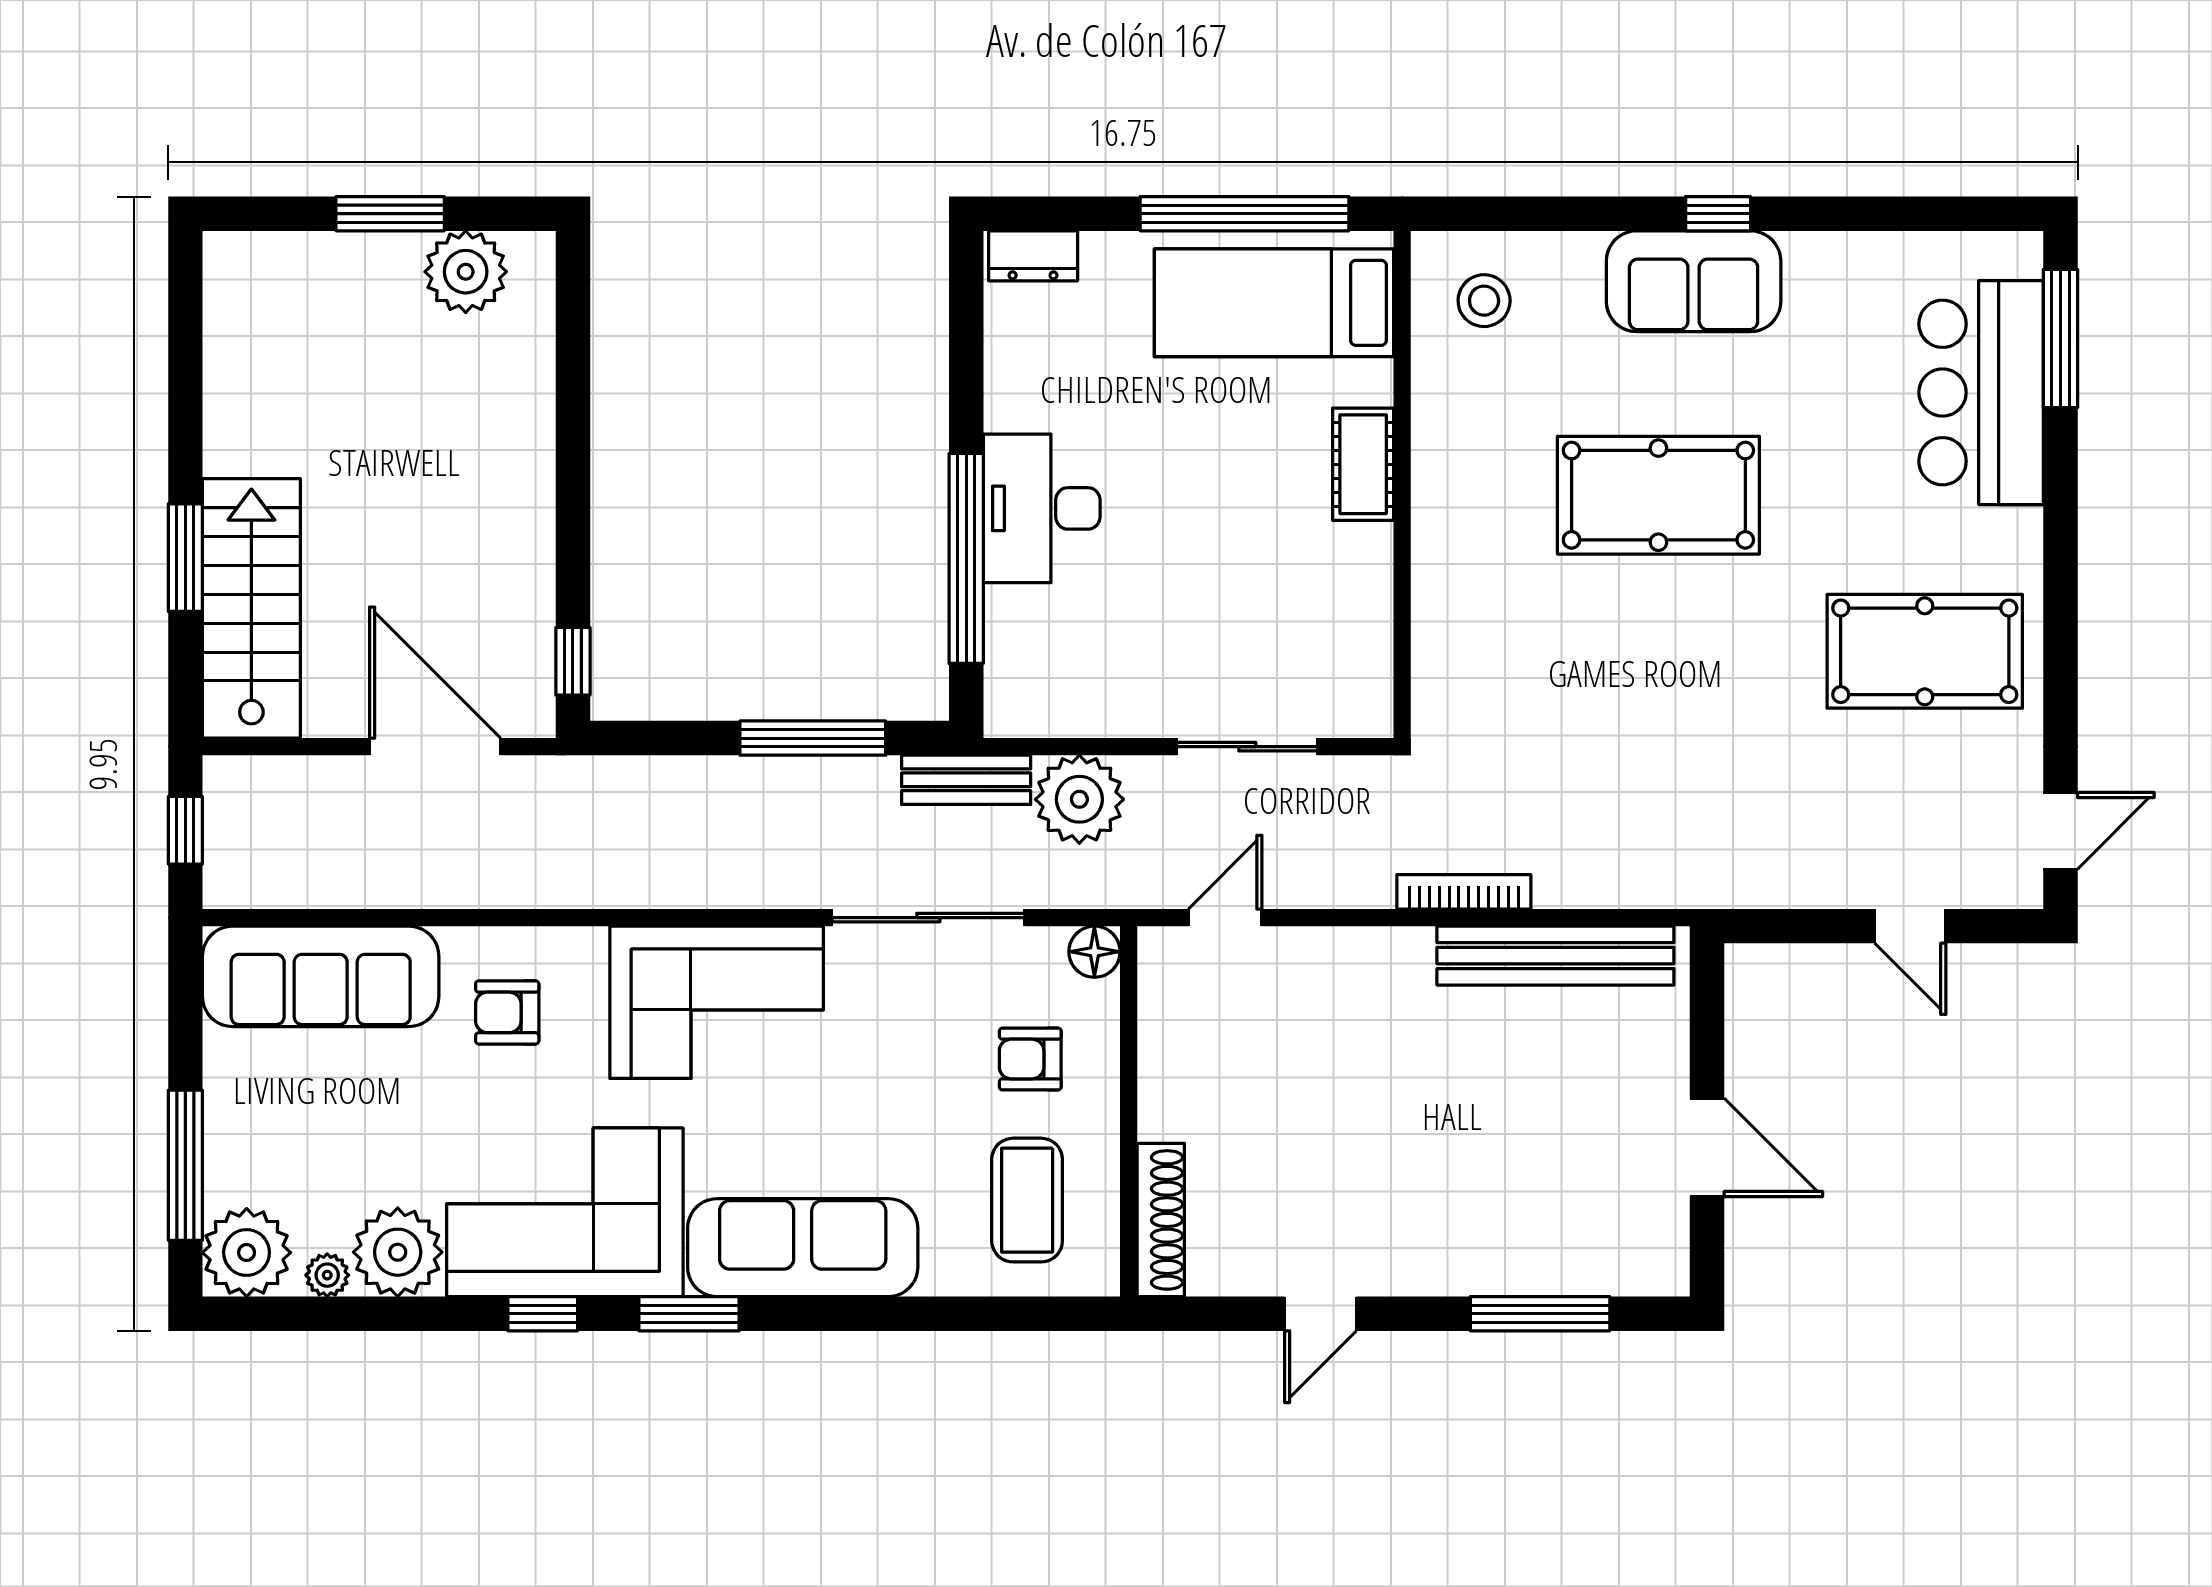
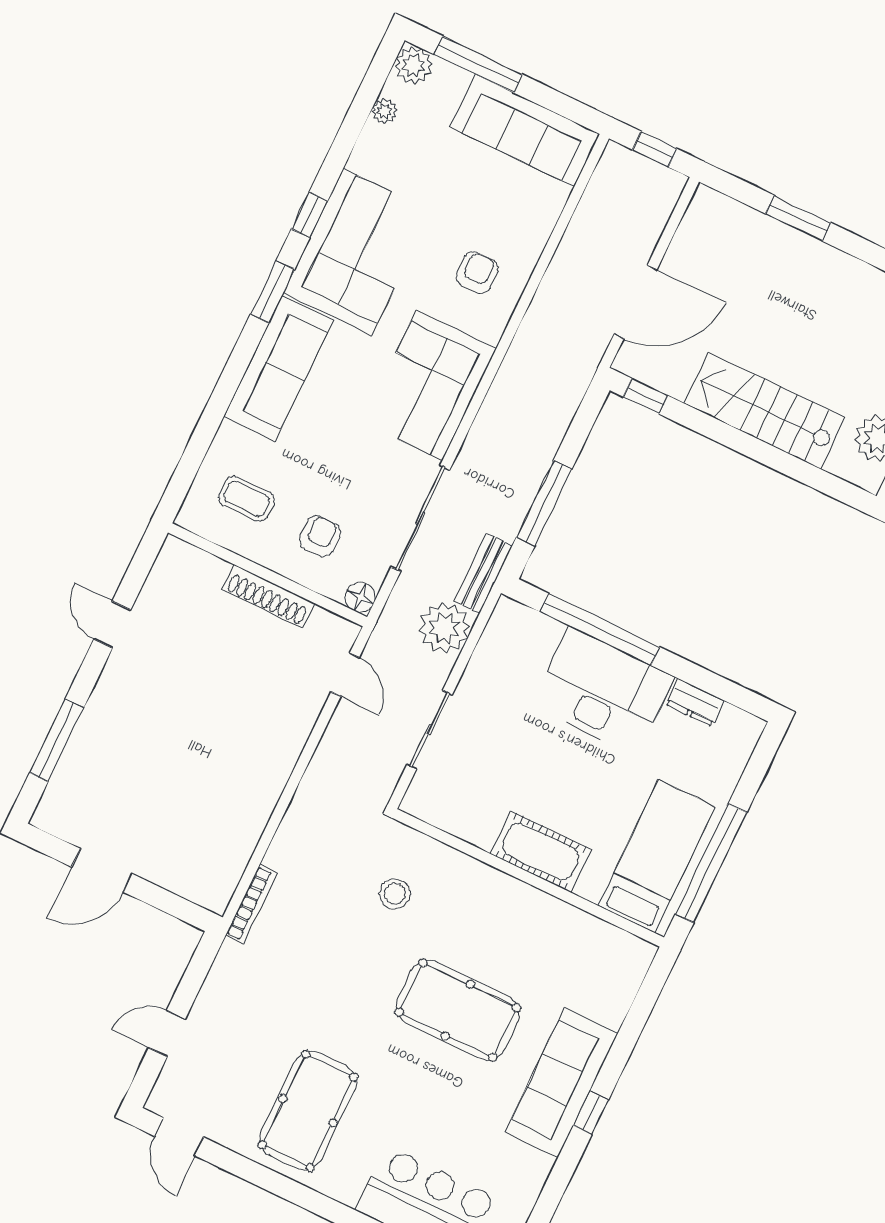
dresser: (1033, 256) -> (695, 702), moved, turned -90
sofa: (1694, 281) -> (562, 1083), width x1.36
stool: (1484, 301) -> (395, 894), moved
cot: (1363, 464) -> (541, 852), width x1.37, depth x1.34
pool table: (1658, 495) -> (458, 1010), turned 90
desk: (1042, 508) -> (603, 691), width x1.36, depth x1.30
stairs: (251, 608) -> (764, 410), moved, turned 180
bookcase: (1464, 892) -> (251, 904), moved
bench: (1555, 956) -> (241, 839), removed
sofa: (321, 976) -> (525, 130), moved, turned -90
coffee table: (1027, 1200) -> (247, 499), width x0.73, depth x0.77
shoe rack: (1161, 1220) -> (268, 596), moved
plant: (398, 1252) -> (379, 154), removed
plant: (247, 1253) -> (414, 65), width x0.73, depth x0.73

